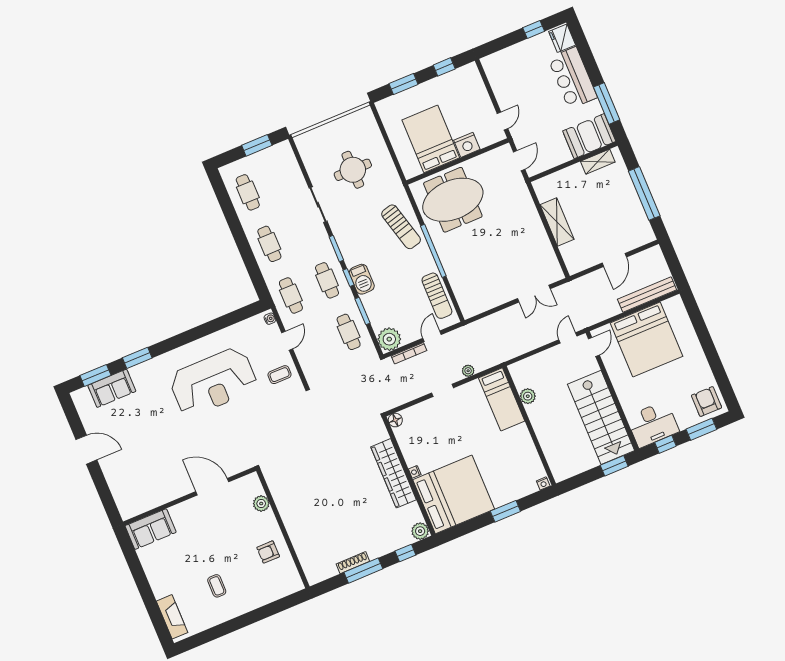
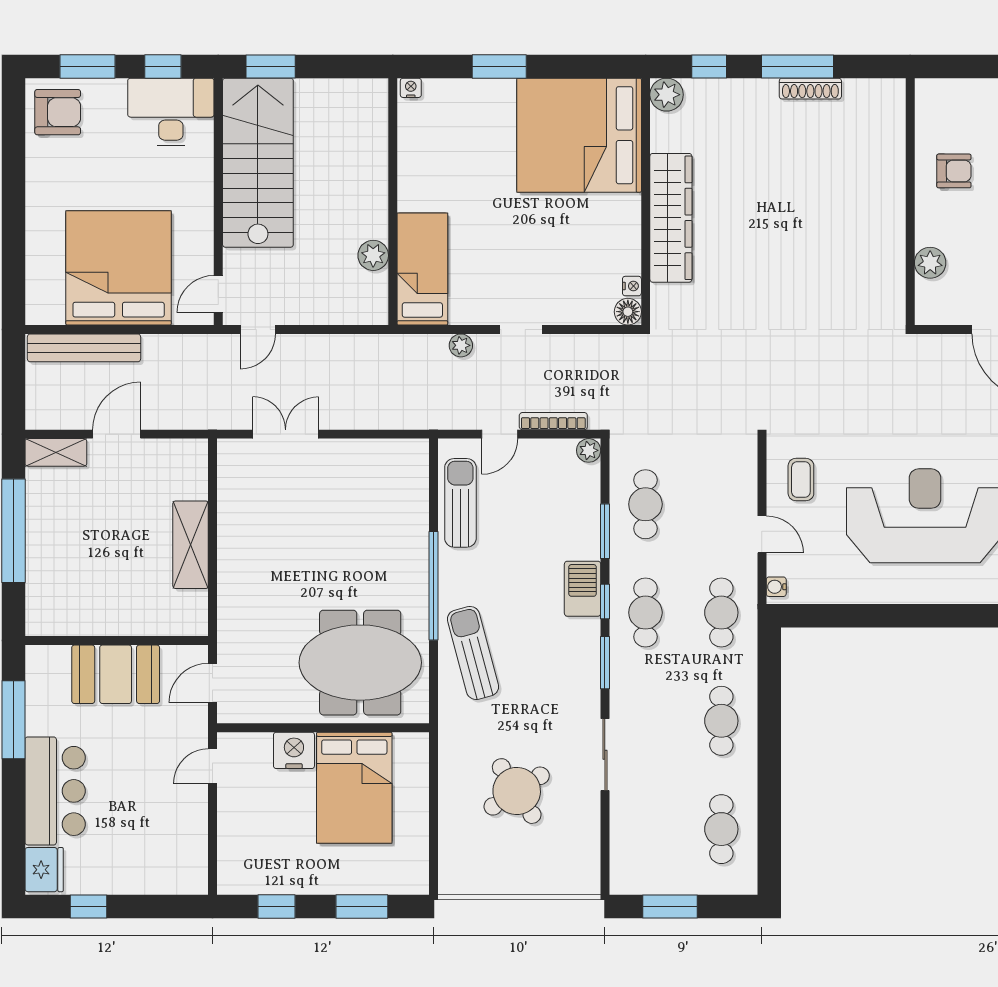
booth: (589, 136) -> (116, 674), moved
shelving: (598, 162) -> (56, 452), moved
round table: (353, 170) -> (517, 791), turned -33
plant: (389, 339) -> (589, 450), width x0.53, depth x0.53
door: (287, 341) -> (762, 534), swing flipped
coffee table: (280, 375) -> (801, 480), turned 90
armchair: (706, 402) -> (58, 112), turned -90
nightstand: (415, 472) -> (632, 286), moved

